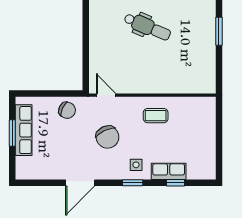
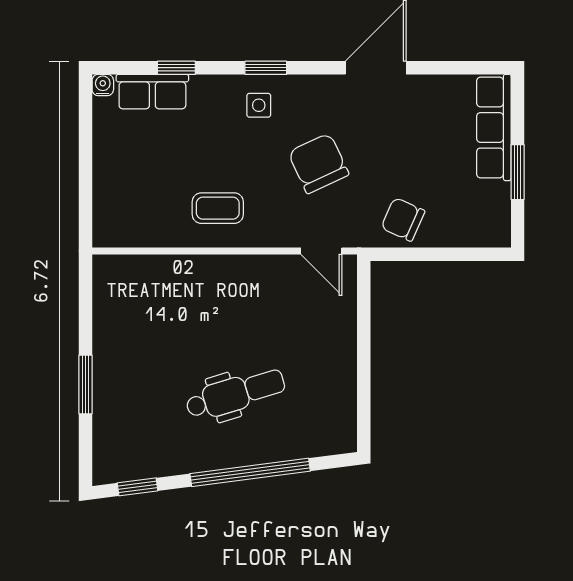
dental chair: (147, 27) -> (235, 394), turned 140
row of seats: (24, 130) -> (494, 127), moved
row of seats: (169, 171) -> (152, 92), moved
water cooler: (211, 175) -> (103, 85), added

